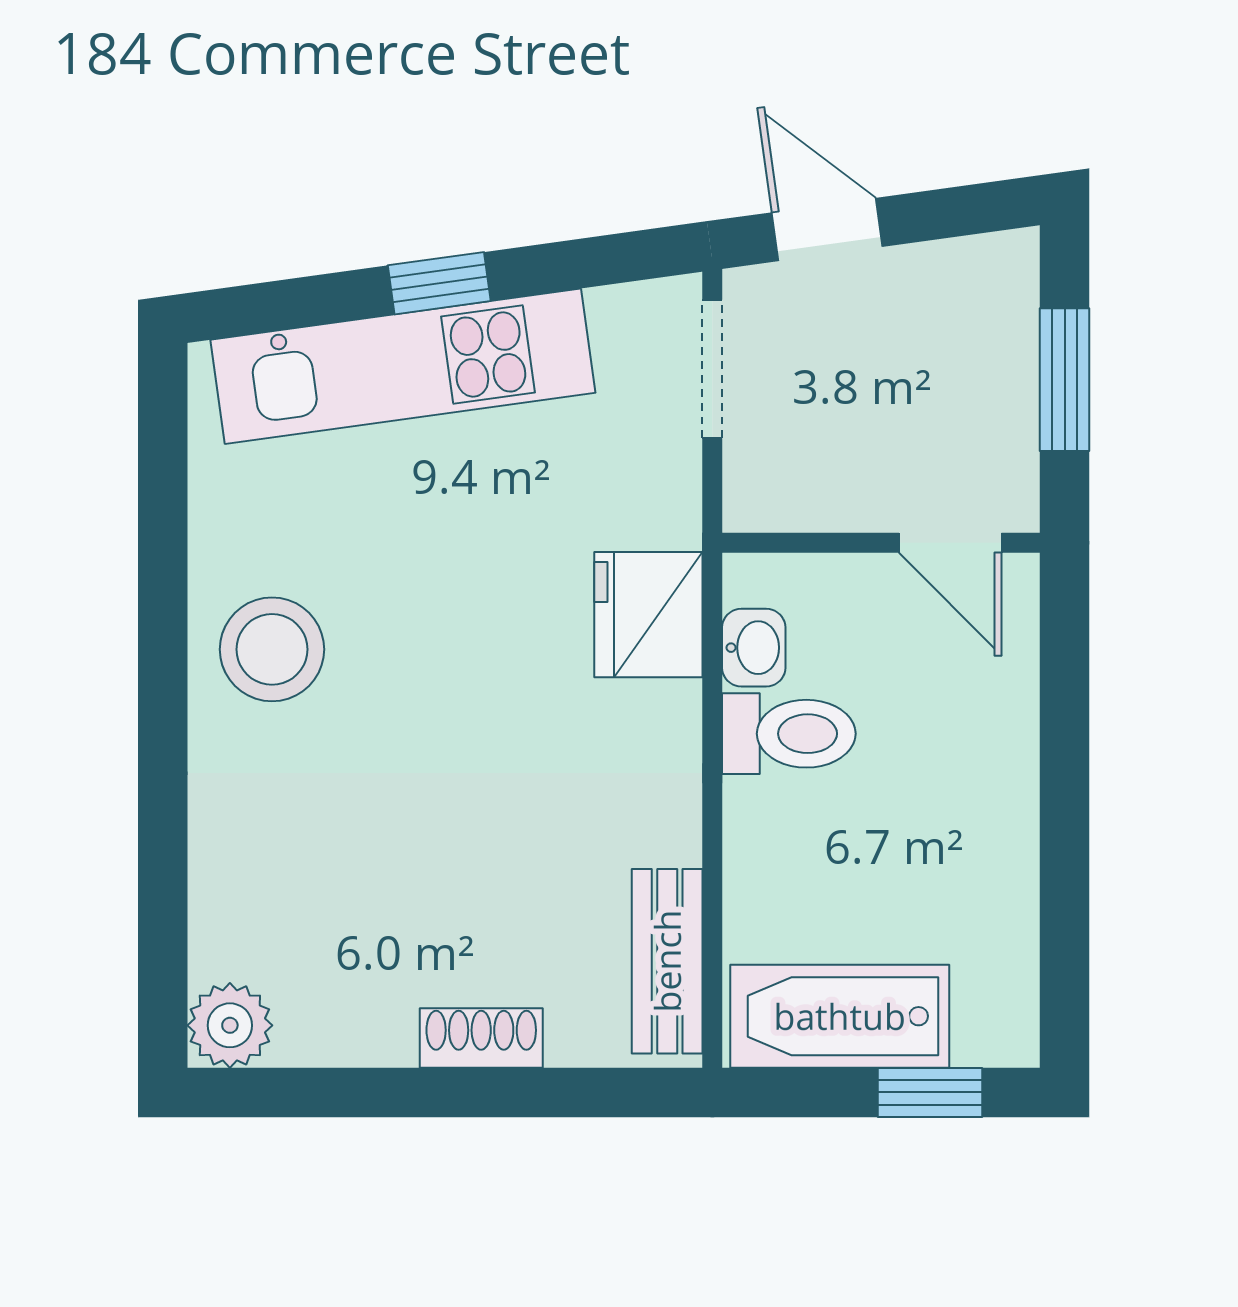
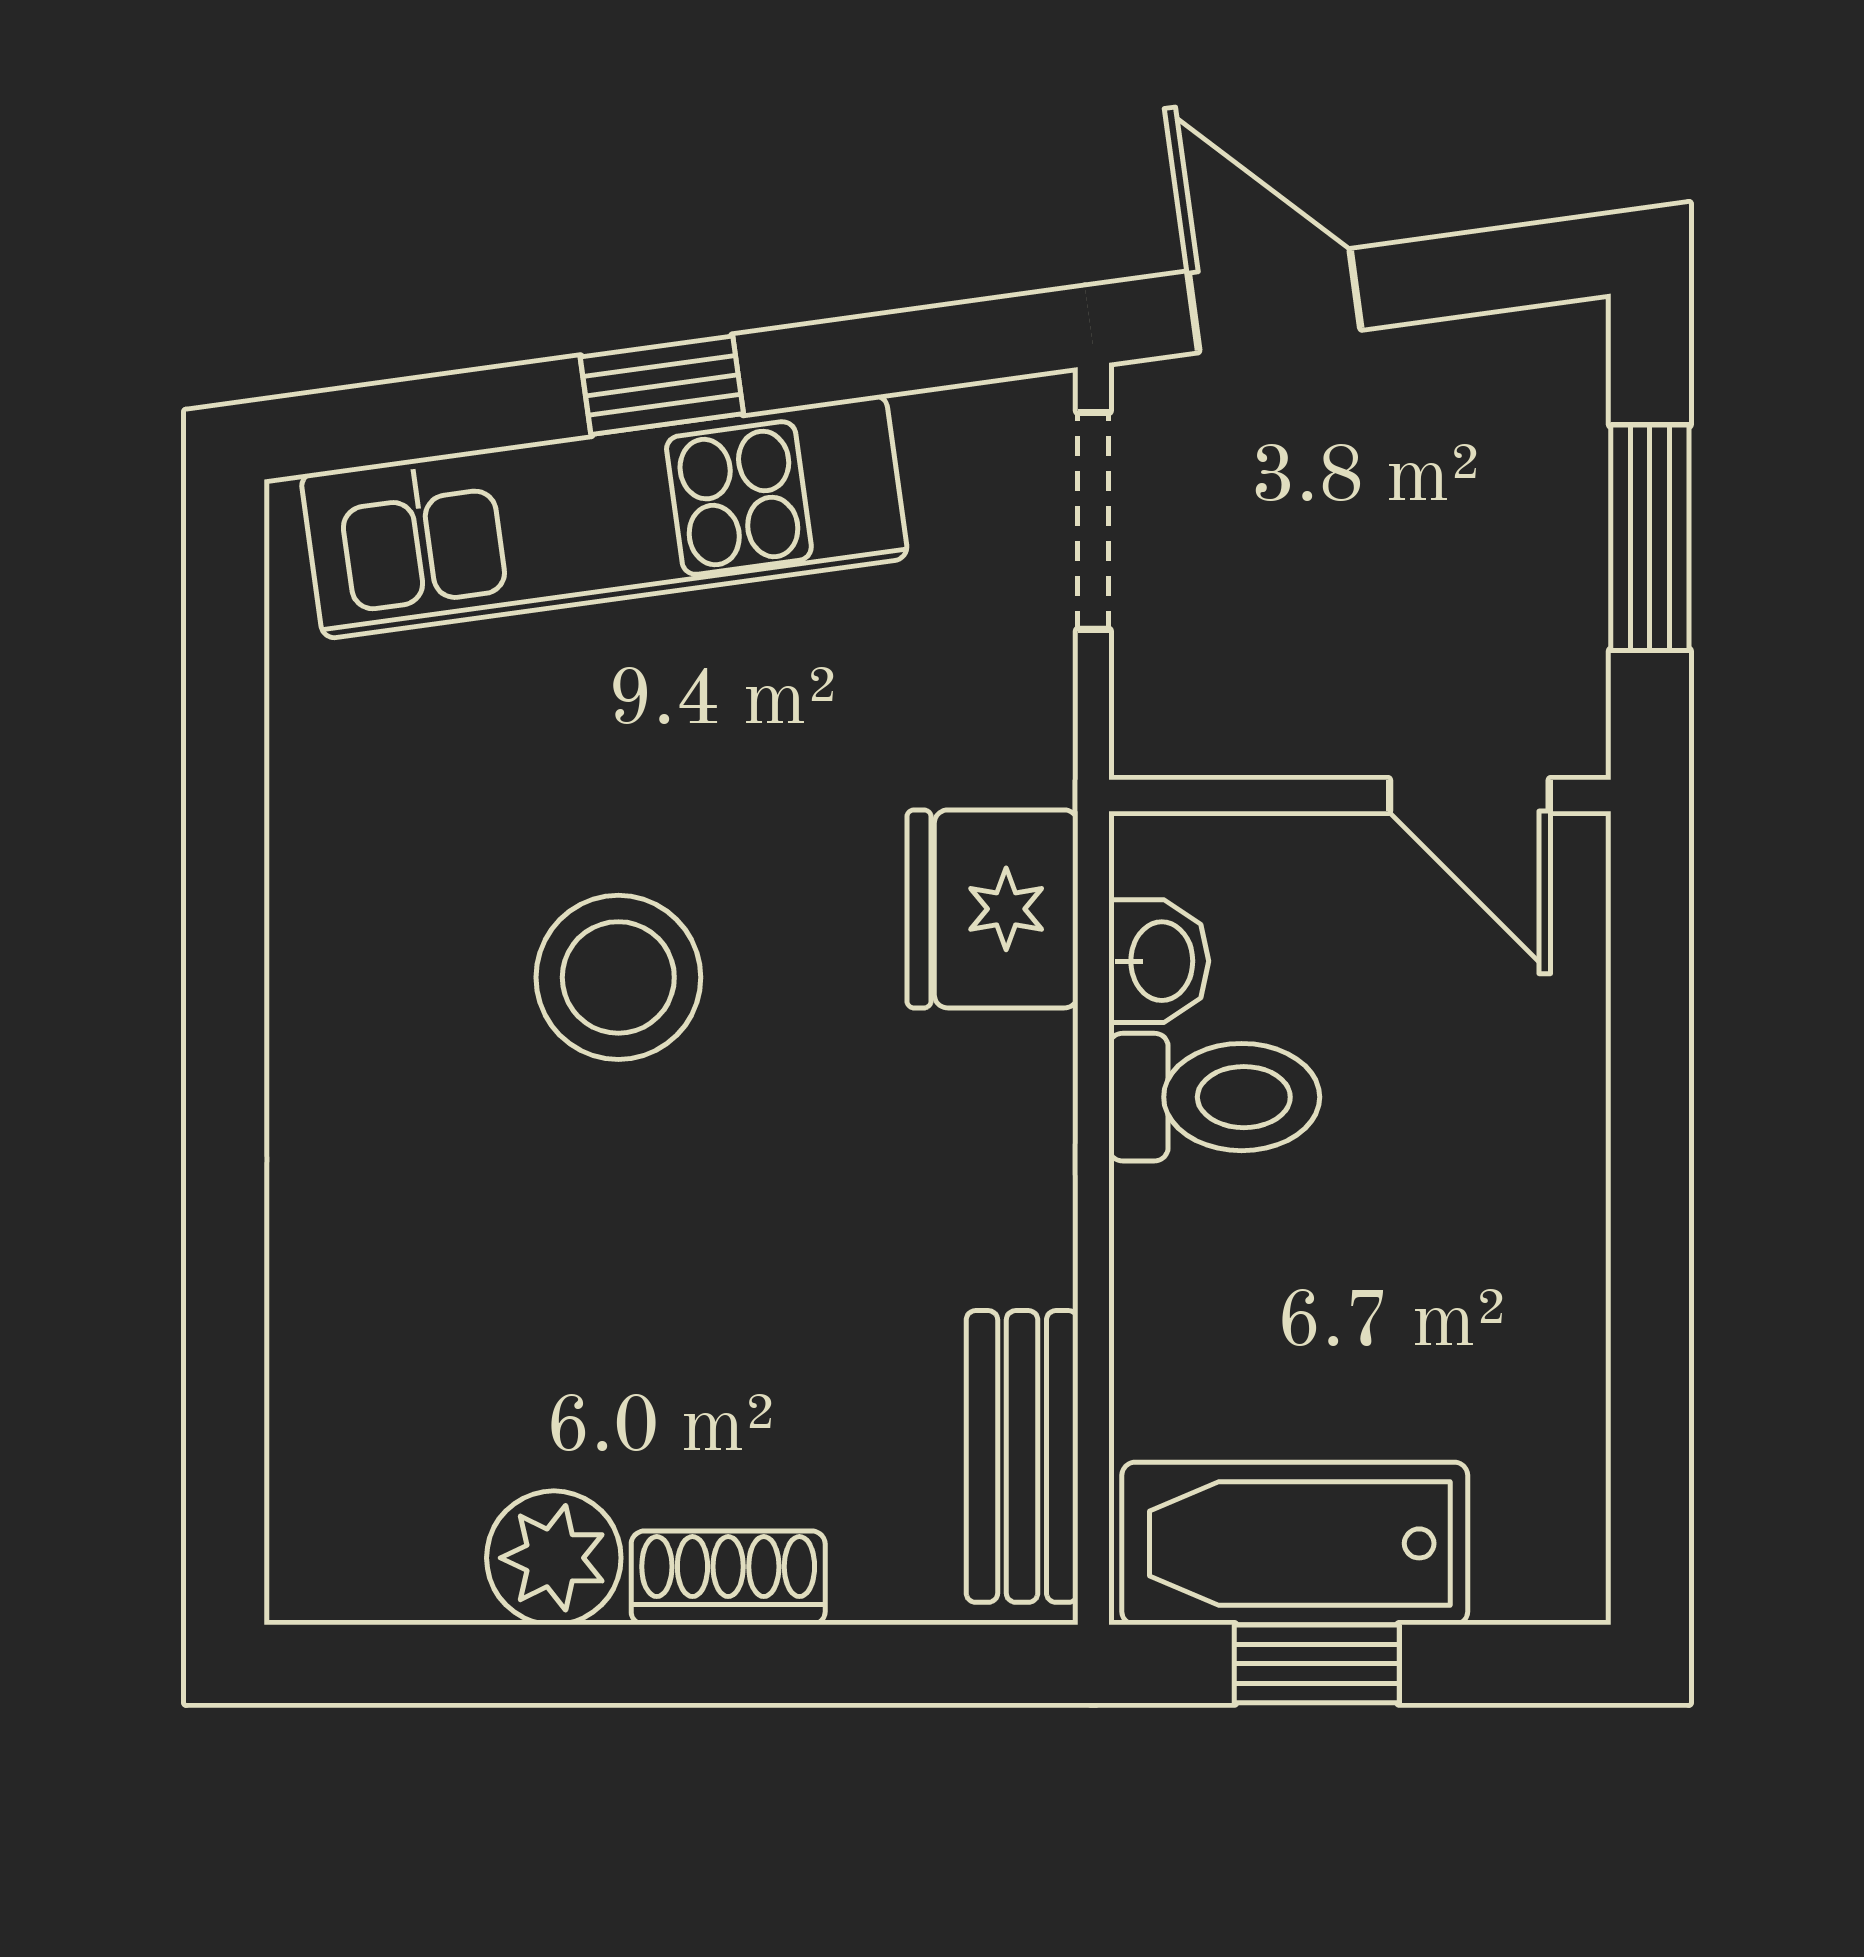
stool: (272, 649) -> (618, 977), moved
plant: (230, 1025) -> (554, 1558), moved
window: (930, 1092) -> (1317, 1664), moved

